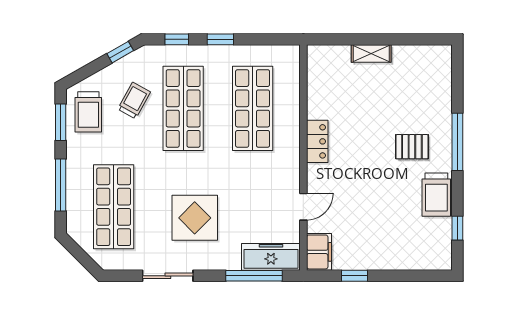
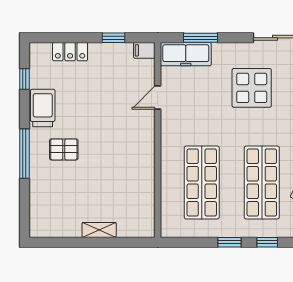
locker: (317, 141) -> (70, 52), moved, turned -90
filing cabinet: (319, 252) -> (144, 50), width x0.50
window: (254, 276) -> (200, 38), width x0.69

